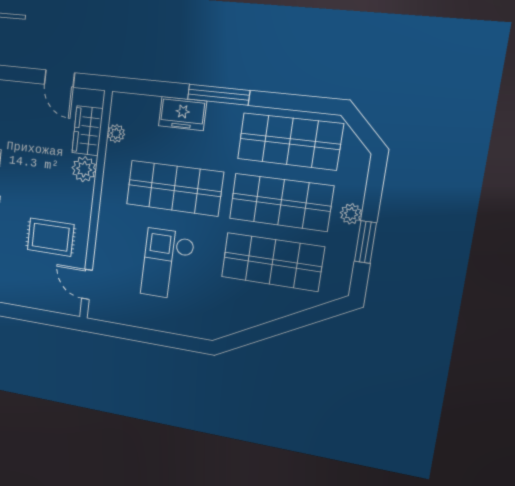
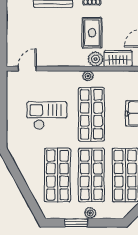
plant: (116, 133) -> (88, 76), moved
rug: (51, 237) -> (92, 33), moved

